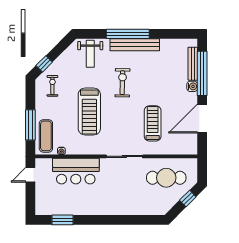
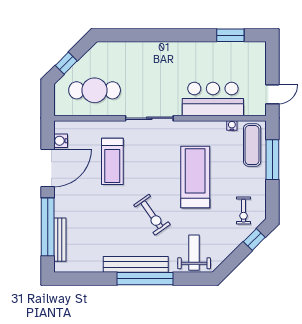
exercise bike: (122, 83) -> (152, 215), turned -36
water cooler: (192, 86) -> (61, 141), moved

